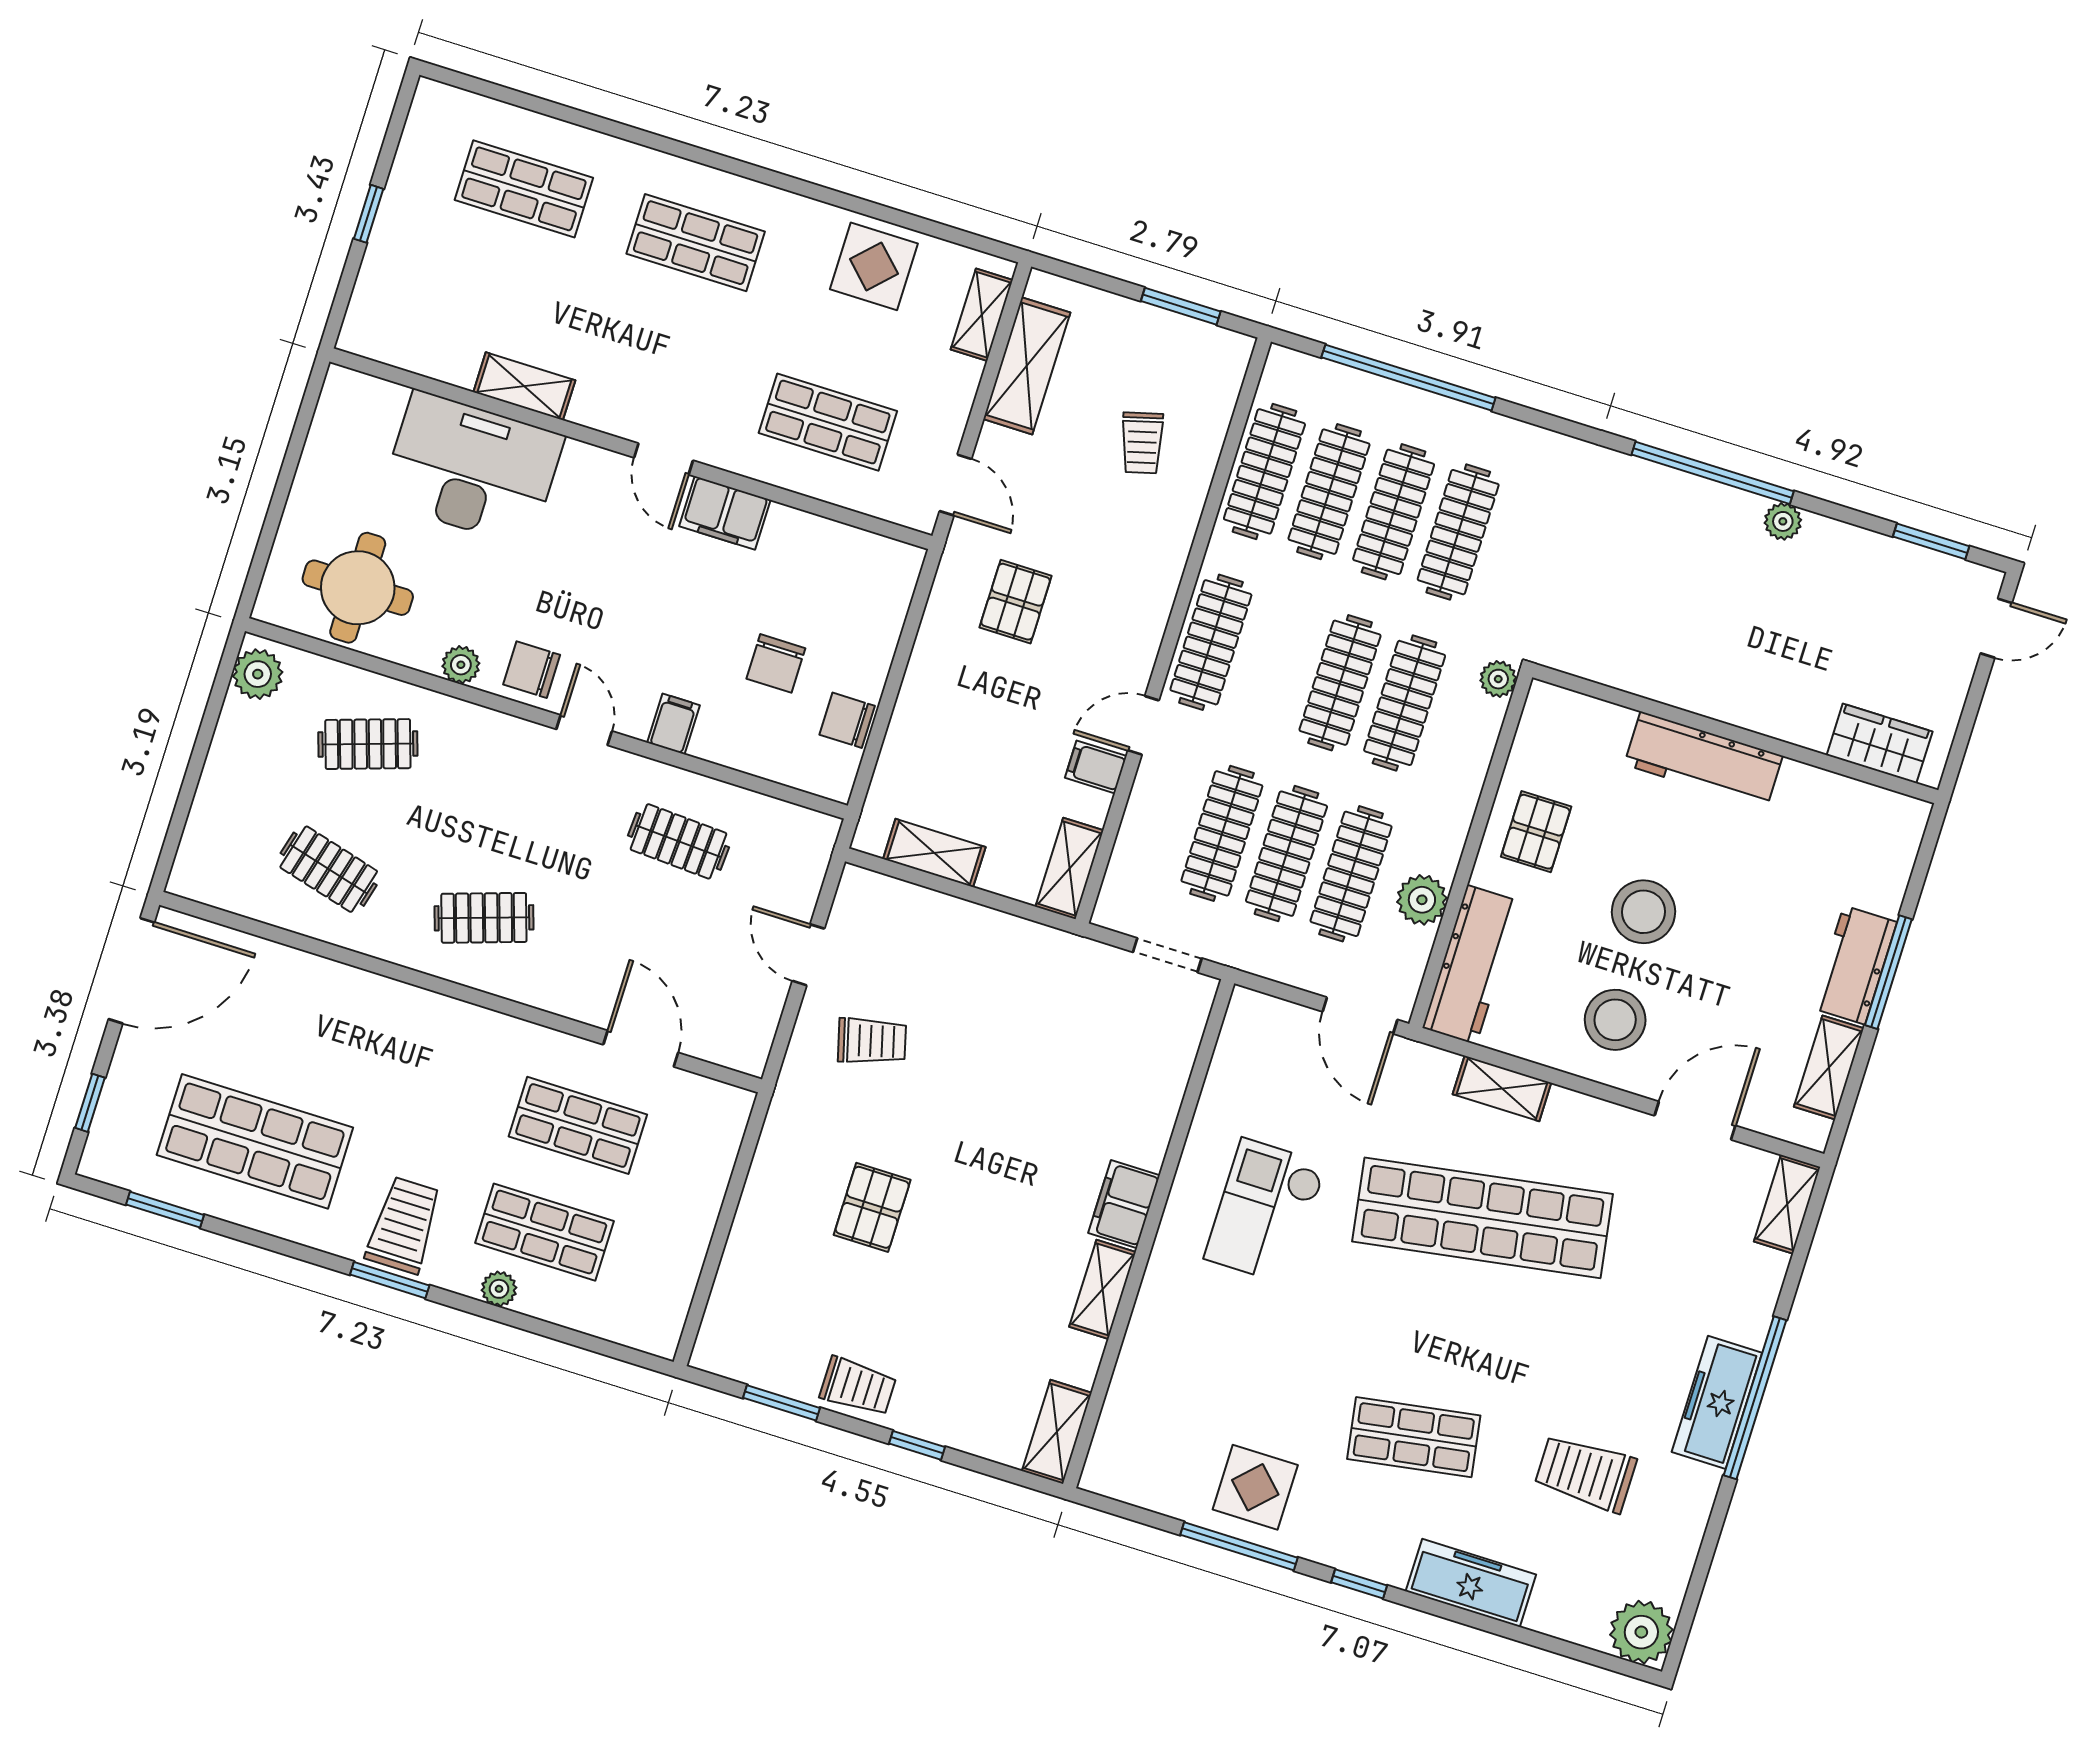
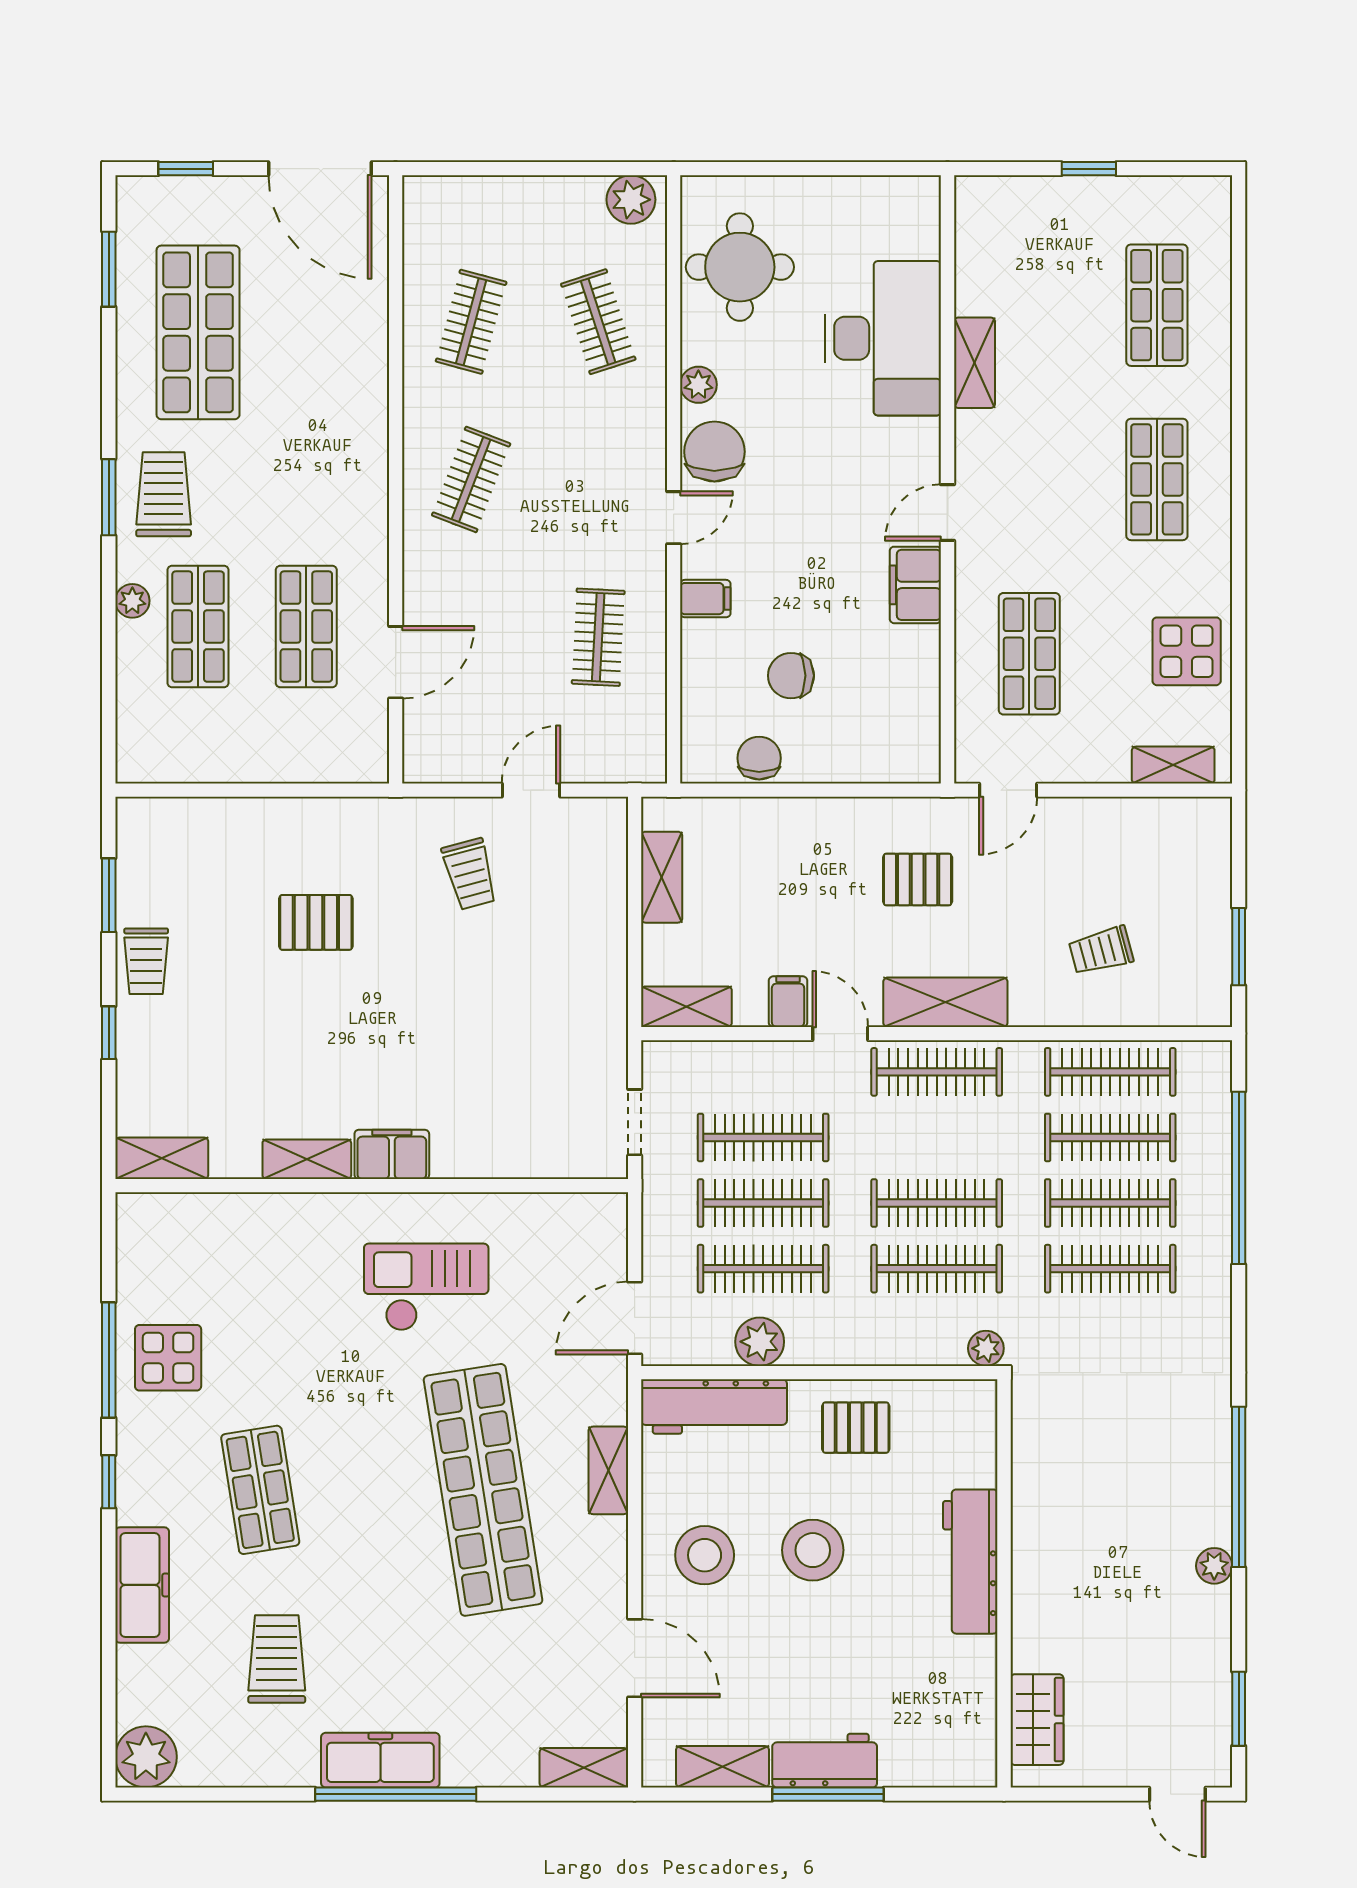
shelving: (1027, 366) -> (945, 1002), moved
chair: (532, 670) -> (714, 452), width x1.37, depth x1.37
clothes rail: (484, 918) -> (471, 479), turned 39
trolley: (404, 1225) -> (164, 494), turned -90

